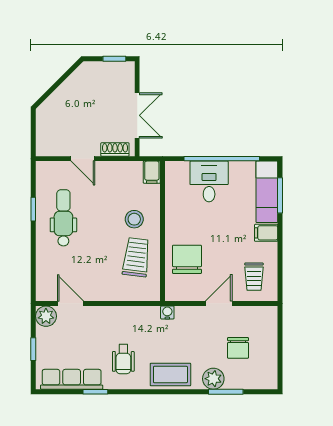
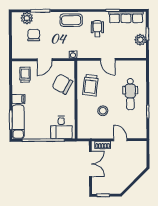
double door: (137, 115) -> (90, 164), swing flipped
filing cabinet: (152, 172) -> (82, 132), removed
desk: (209, 181) -> (61, 127), moved
dental chair: (63, 218) -> (130, 94), moved
stool: (134, 219) -> (103, 111), moved
chair: (187, 259) -> (62, 84), turned 119
door: (71, 304) -> (108, 59), moved
plant: (46, 316) -> (140, 40), moved
plant: (213, 379) -> (27, 18), moved

